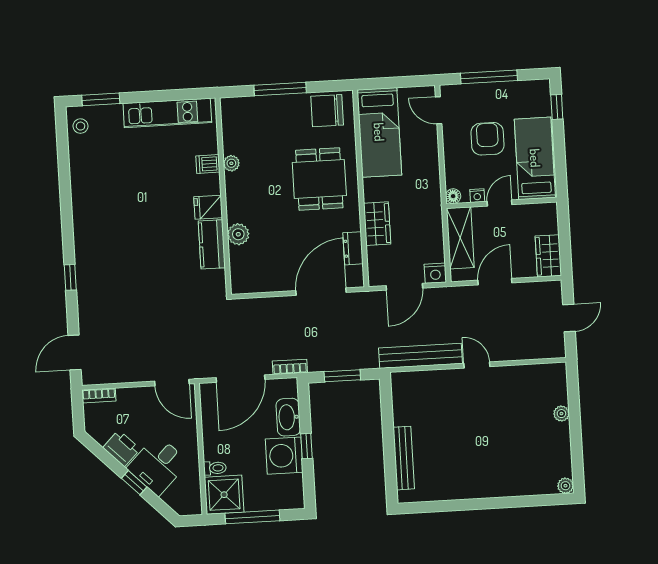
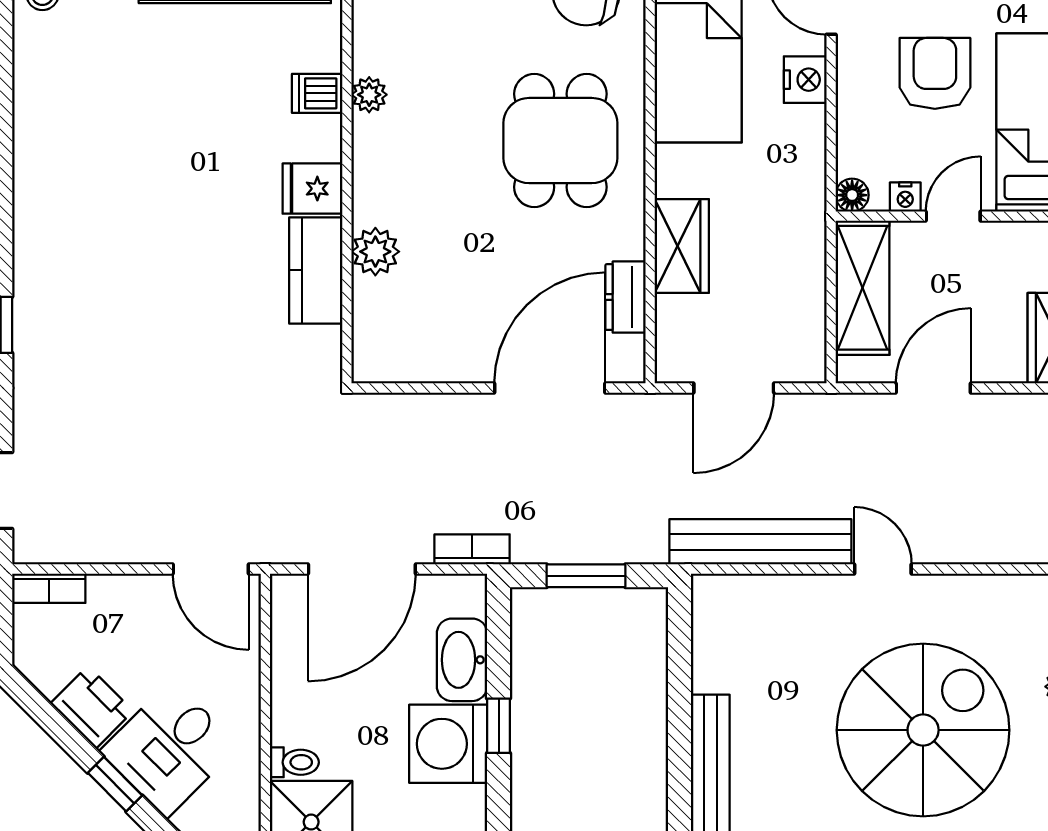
nightstand: (435, 273) -> (805, 80), moved, turned -90
spiral stairs: (499, 437) -> (923, 730), added

